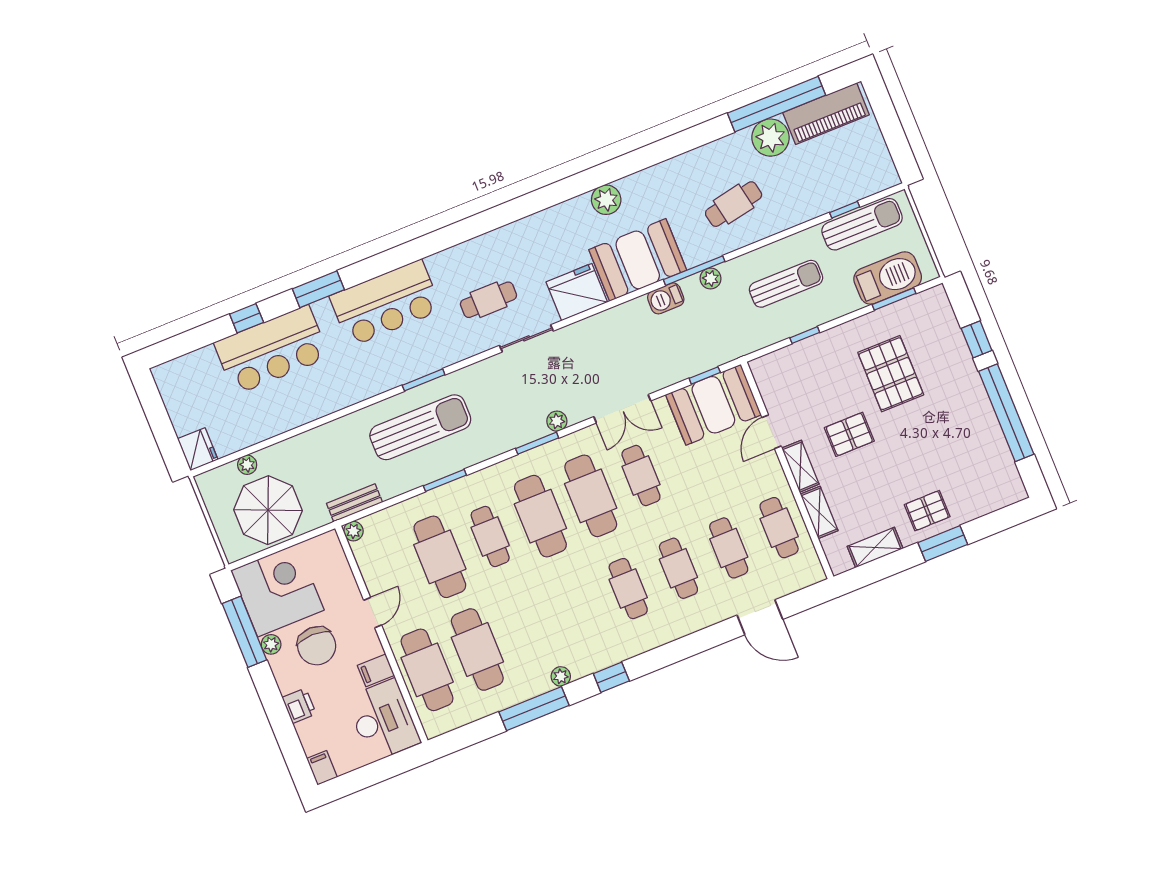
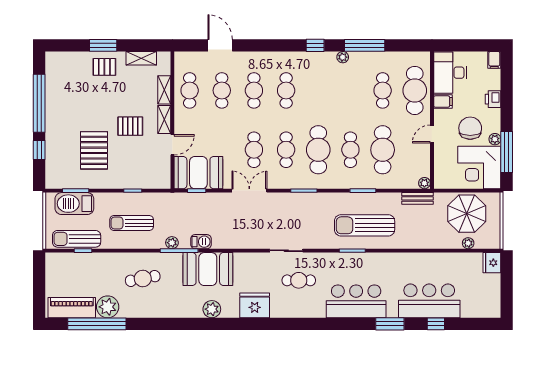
fridge: (577, 292) -> (255, 305), moved, turned 180
plant: (557, 421) -> (288, 198), removed
cafe table: (591, 496) -> (286, 150), width x0.73, depth x0.74
cafe table: (477, 650) -> (383, 90), width x0.73, depth x0.74

